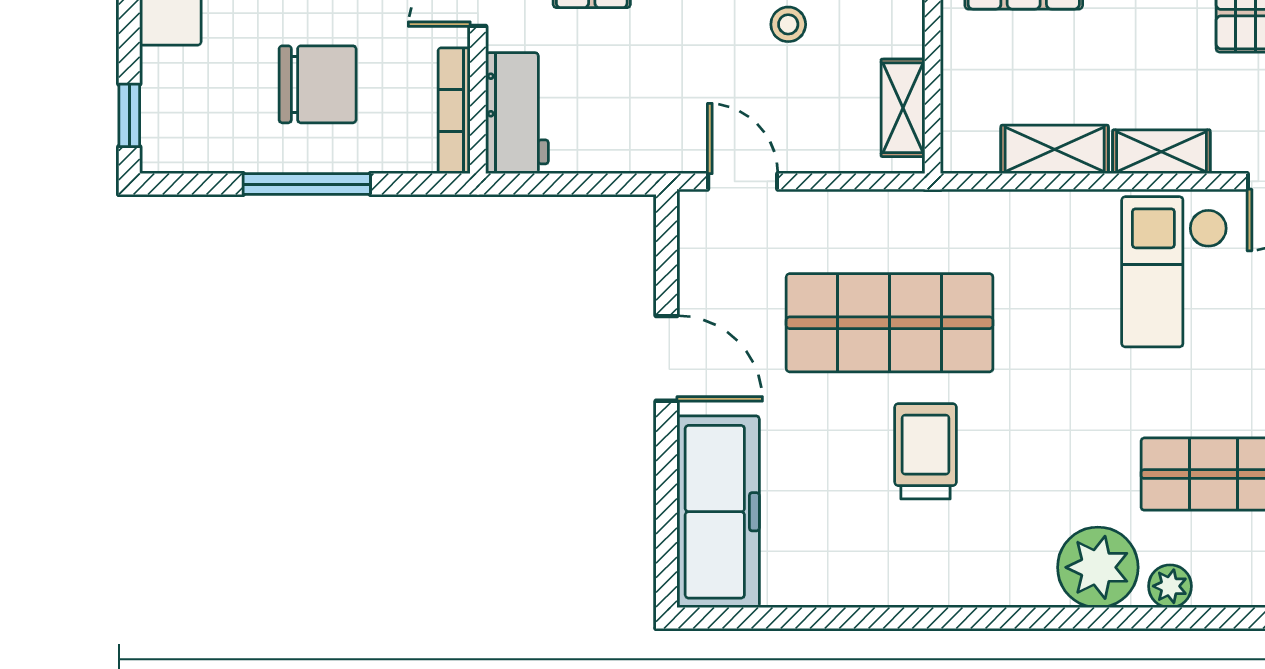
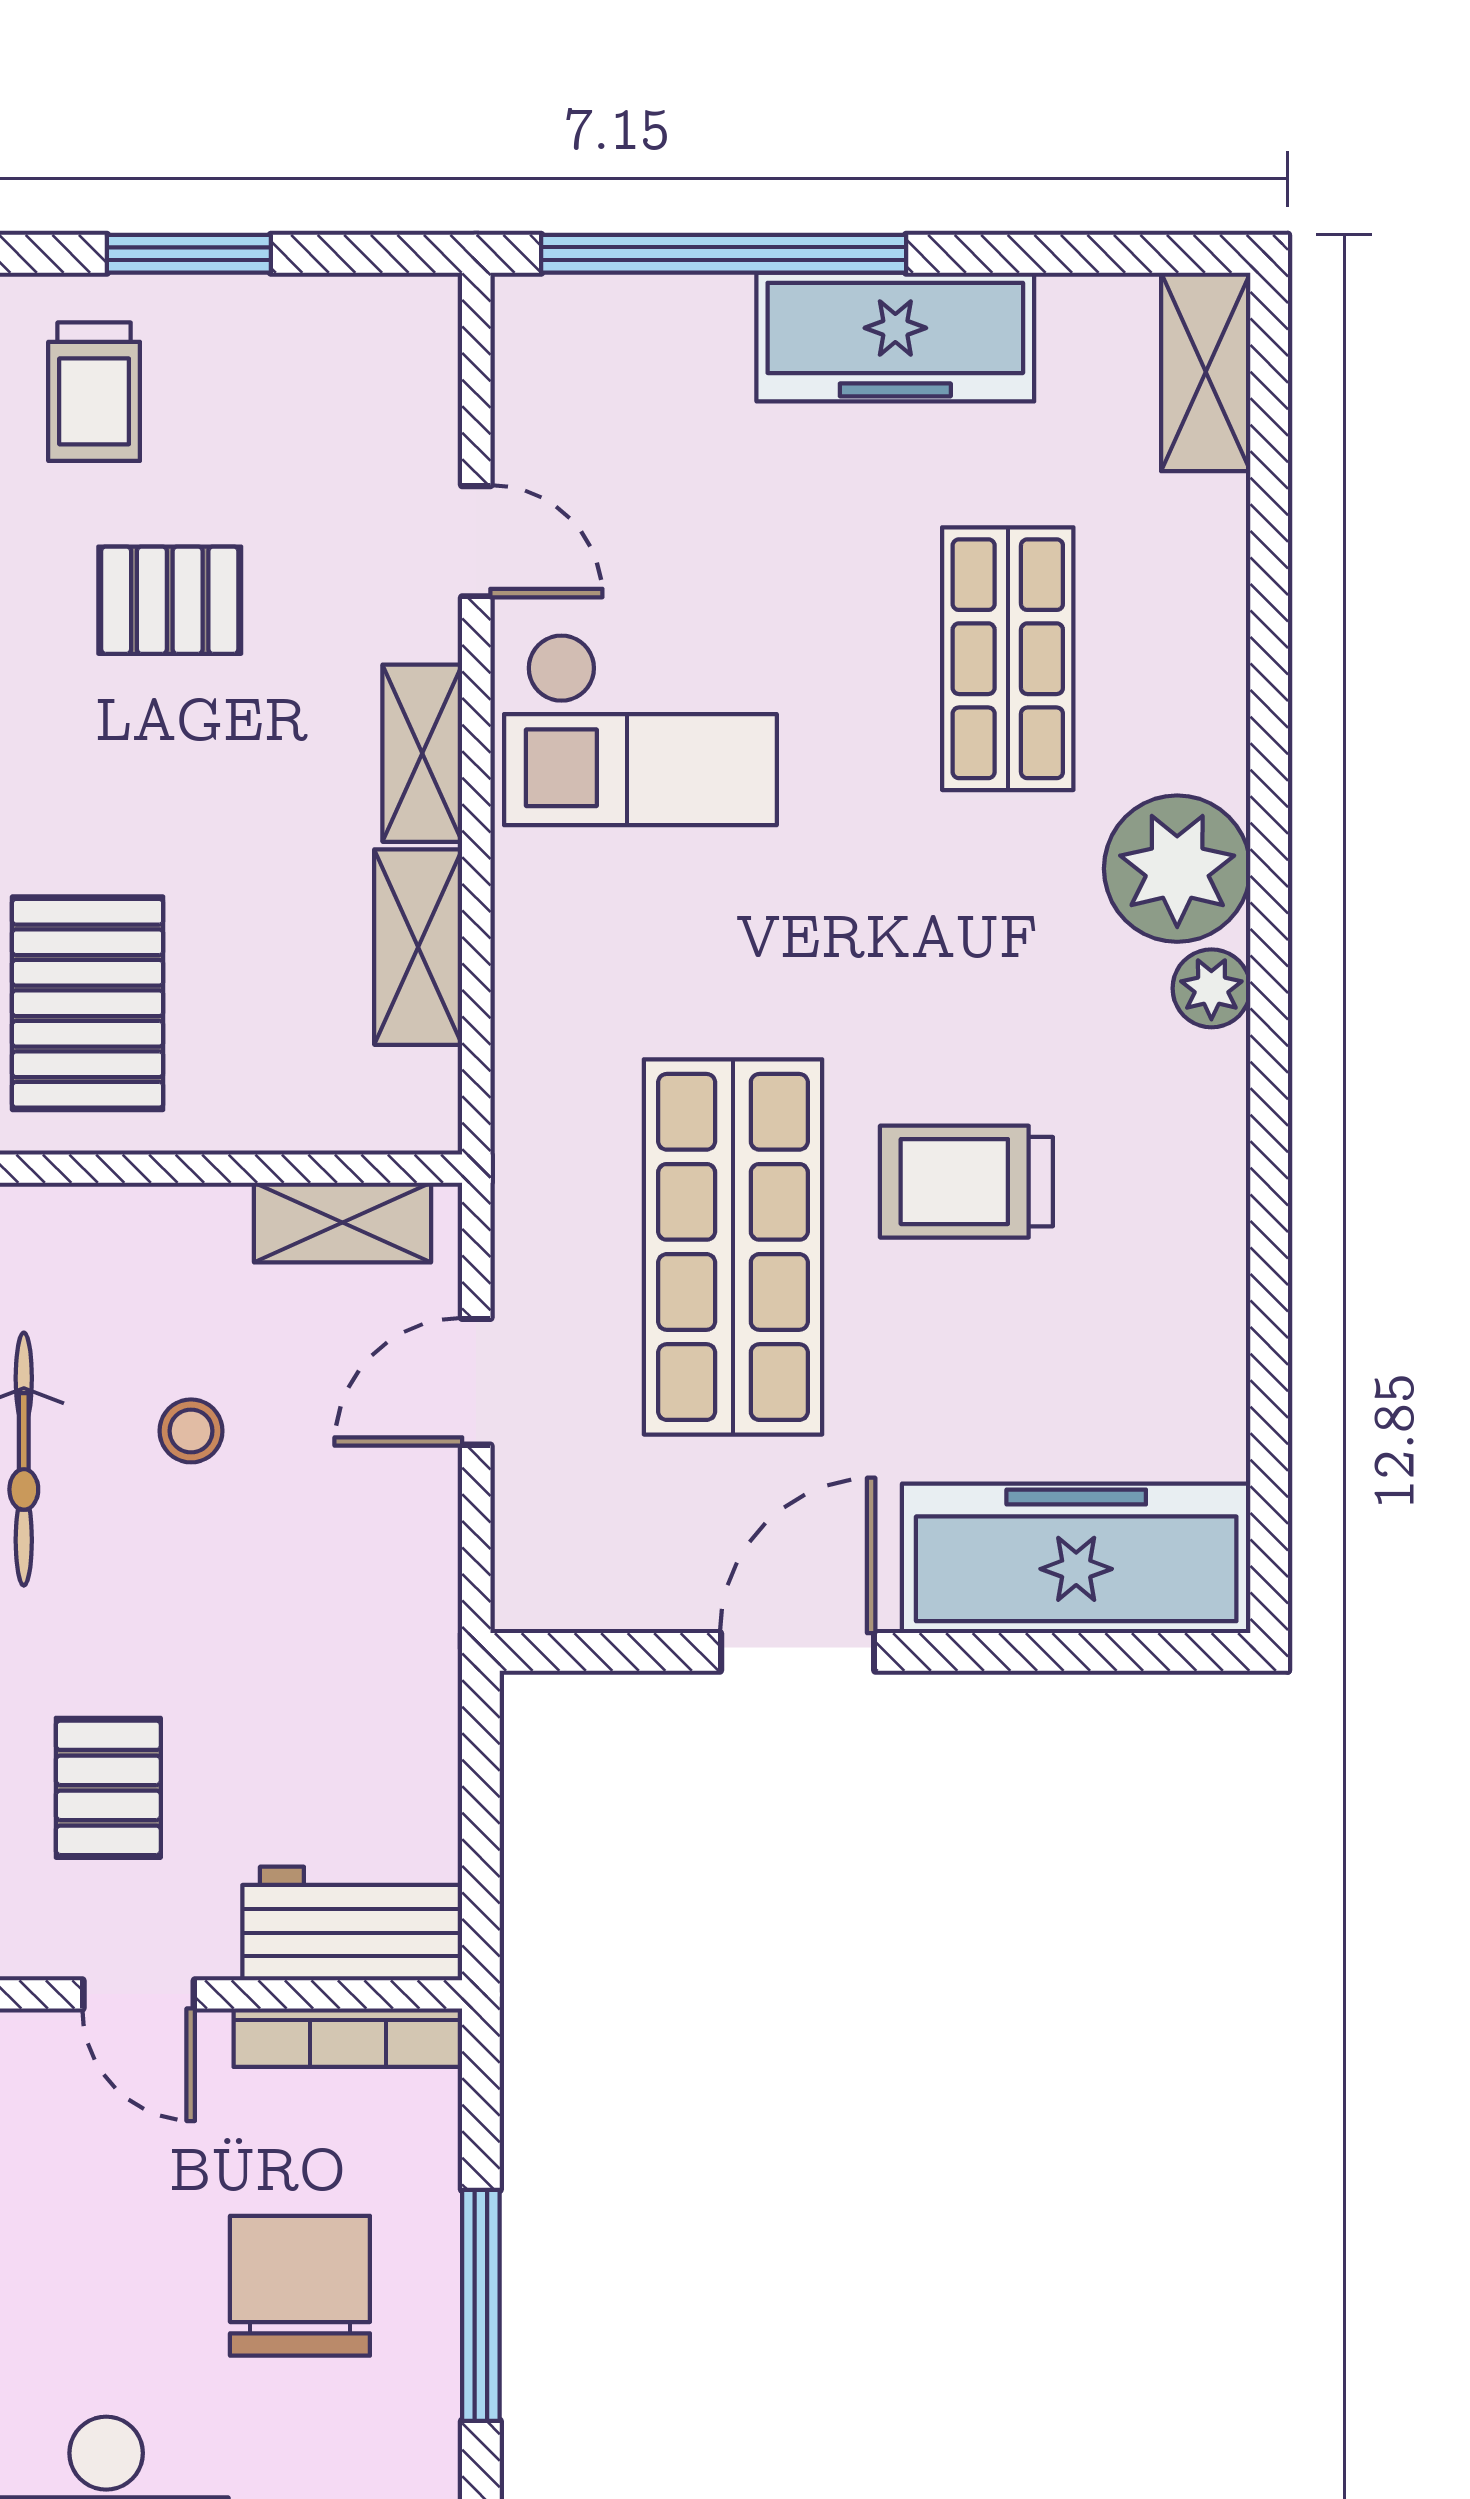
door: (743, 181) -> (476, 1382), moved
plant: (1170, 586) -> (1211, 988), moved

